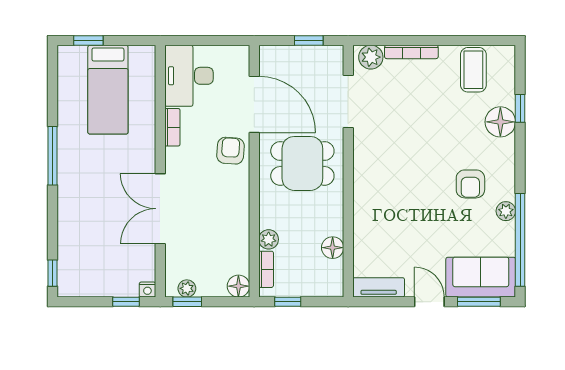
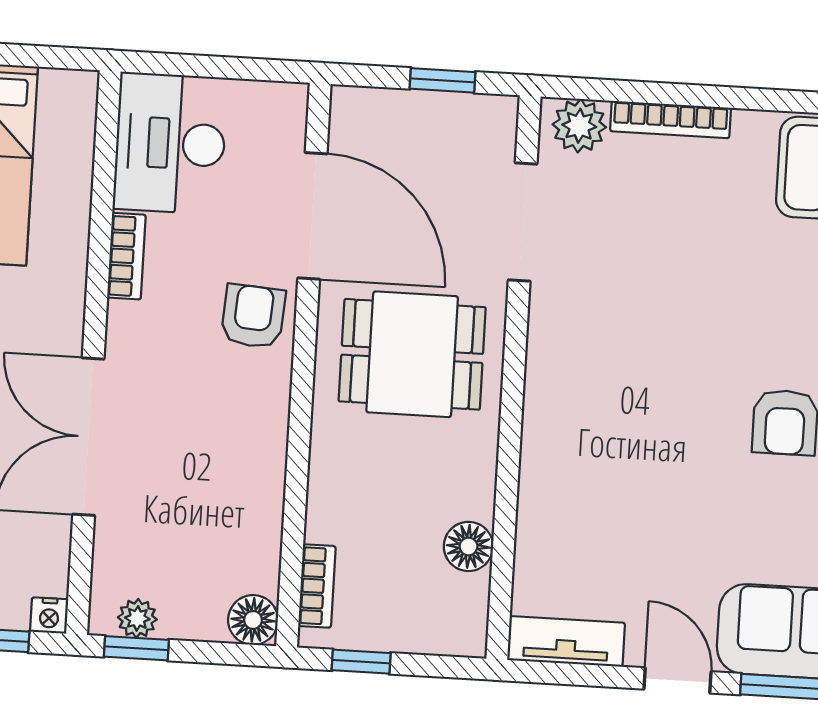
plant: (269, 239) -> (326, 520), removed

